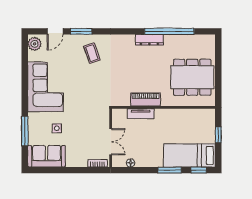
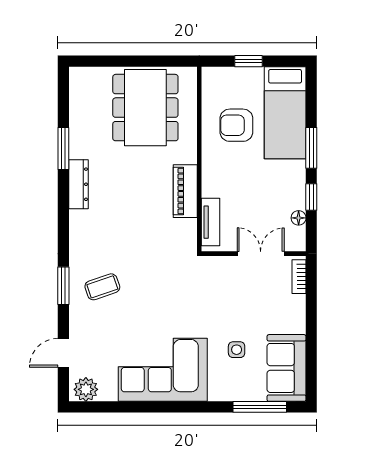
door: (55, 31) -> (63, 353), swing flipped
window: (81, 31) -> (63, 286), moved
window: (169, 31) -> (63, 149), width x0.47
tv unit: (141, 114) -> (211, 222), moved
armchair: (182, 128) -> (236, 125), added
window: (25, 131) -> (260, 407), moved
window: (199, 170) -> (311, 197), moved

